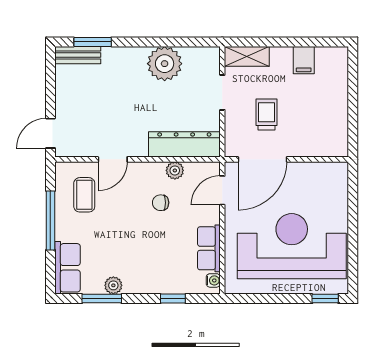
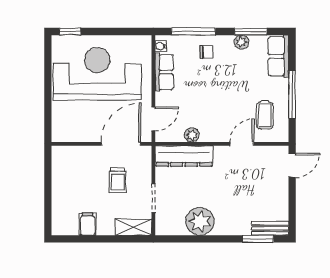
chair: (161, 203) -> (207, 52), moved
reception desk: (292, 246) -> (97, 74), turned 180
window: (173, 299) -> (193, 31), width x2.17

